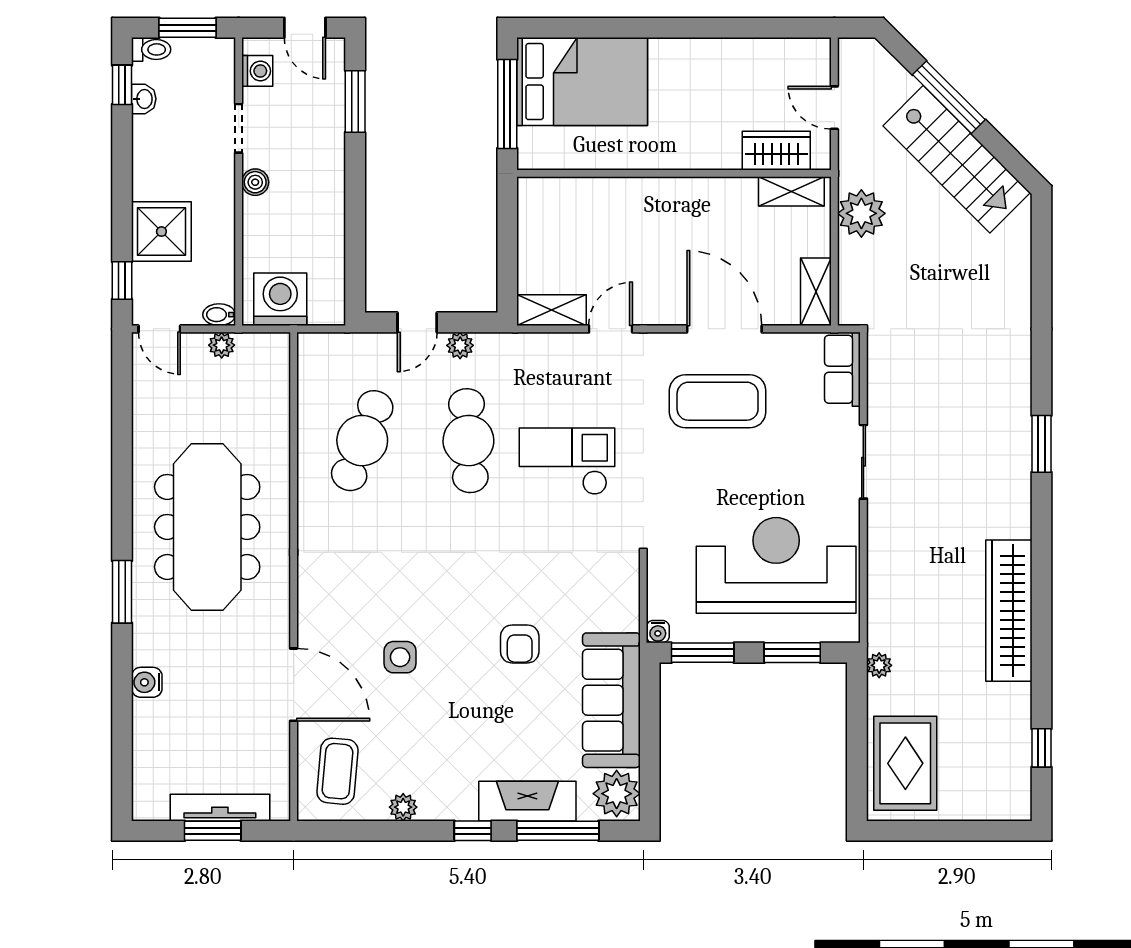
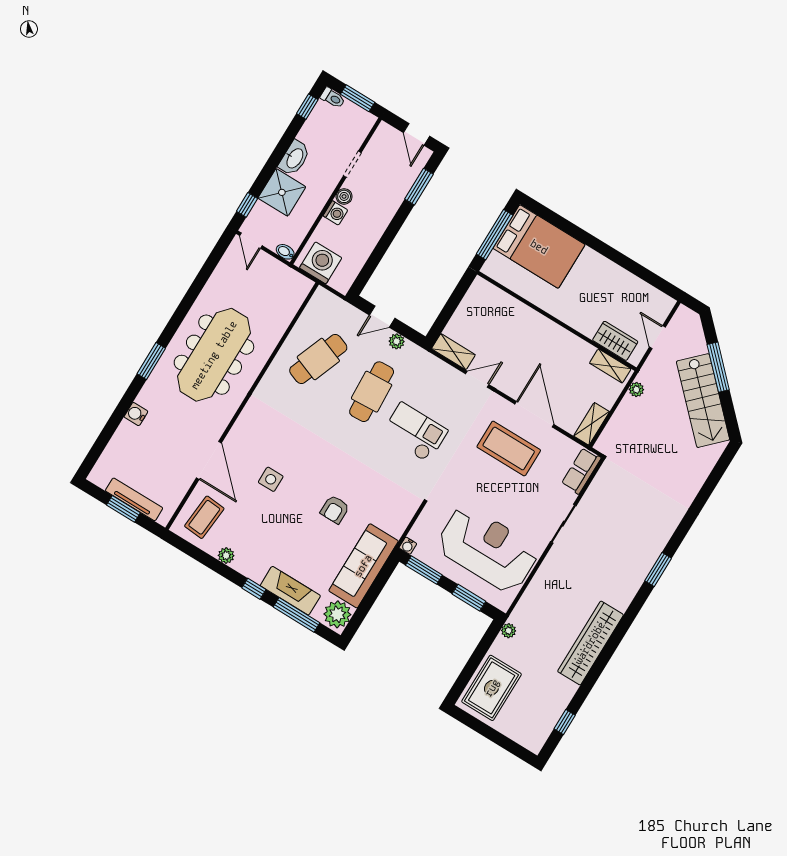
washing machine: (257, 71) -> (335, 213), moved
washbasin: (144, 99) -> (294, 158), moved, width x1.91, depth x1.45
plant: (861, 213) -> (636, 390), width x0.53, depth x0.53
plant: (222, 345) -> (277, 268), removed

